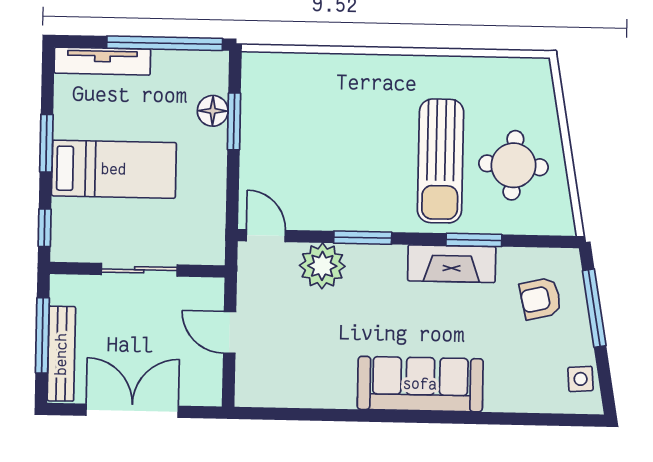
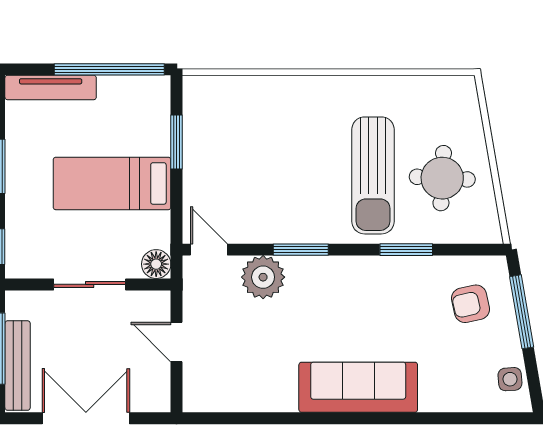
floor lamp: (213, 111) -> (156, 264), moved
bed: (114, 169) -> (112, 183), moved, turned 180
fireplace: (452, 264) -> (386, 272), removed

